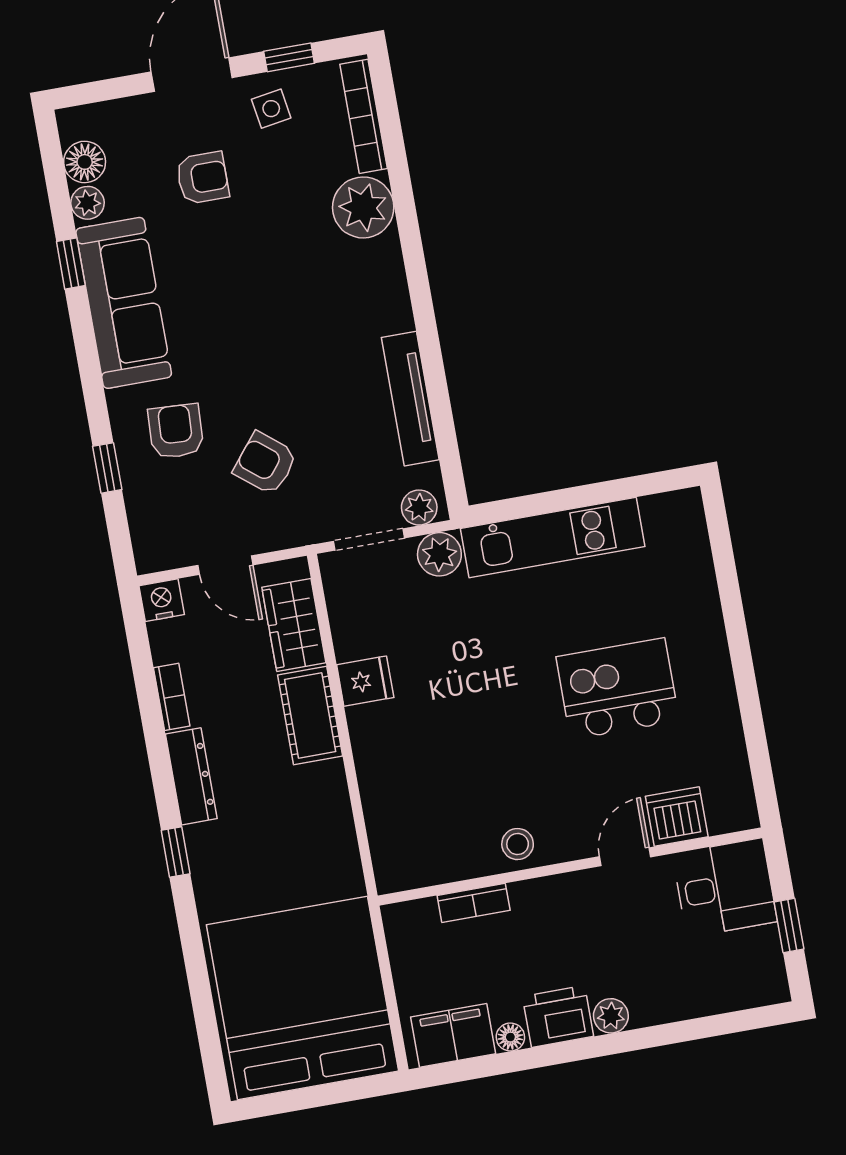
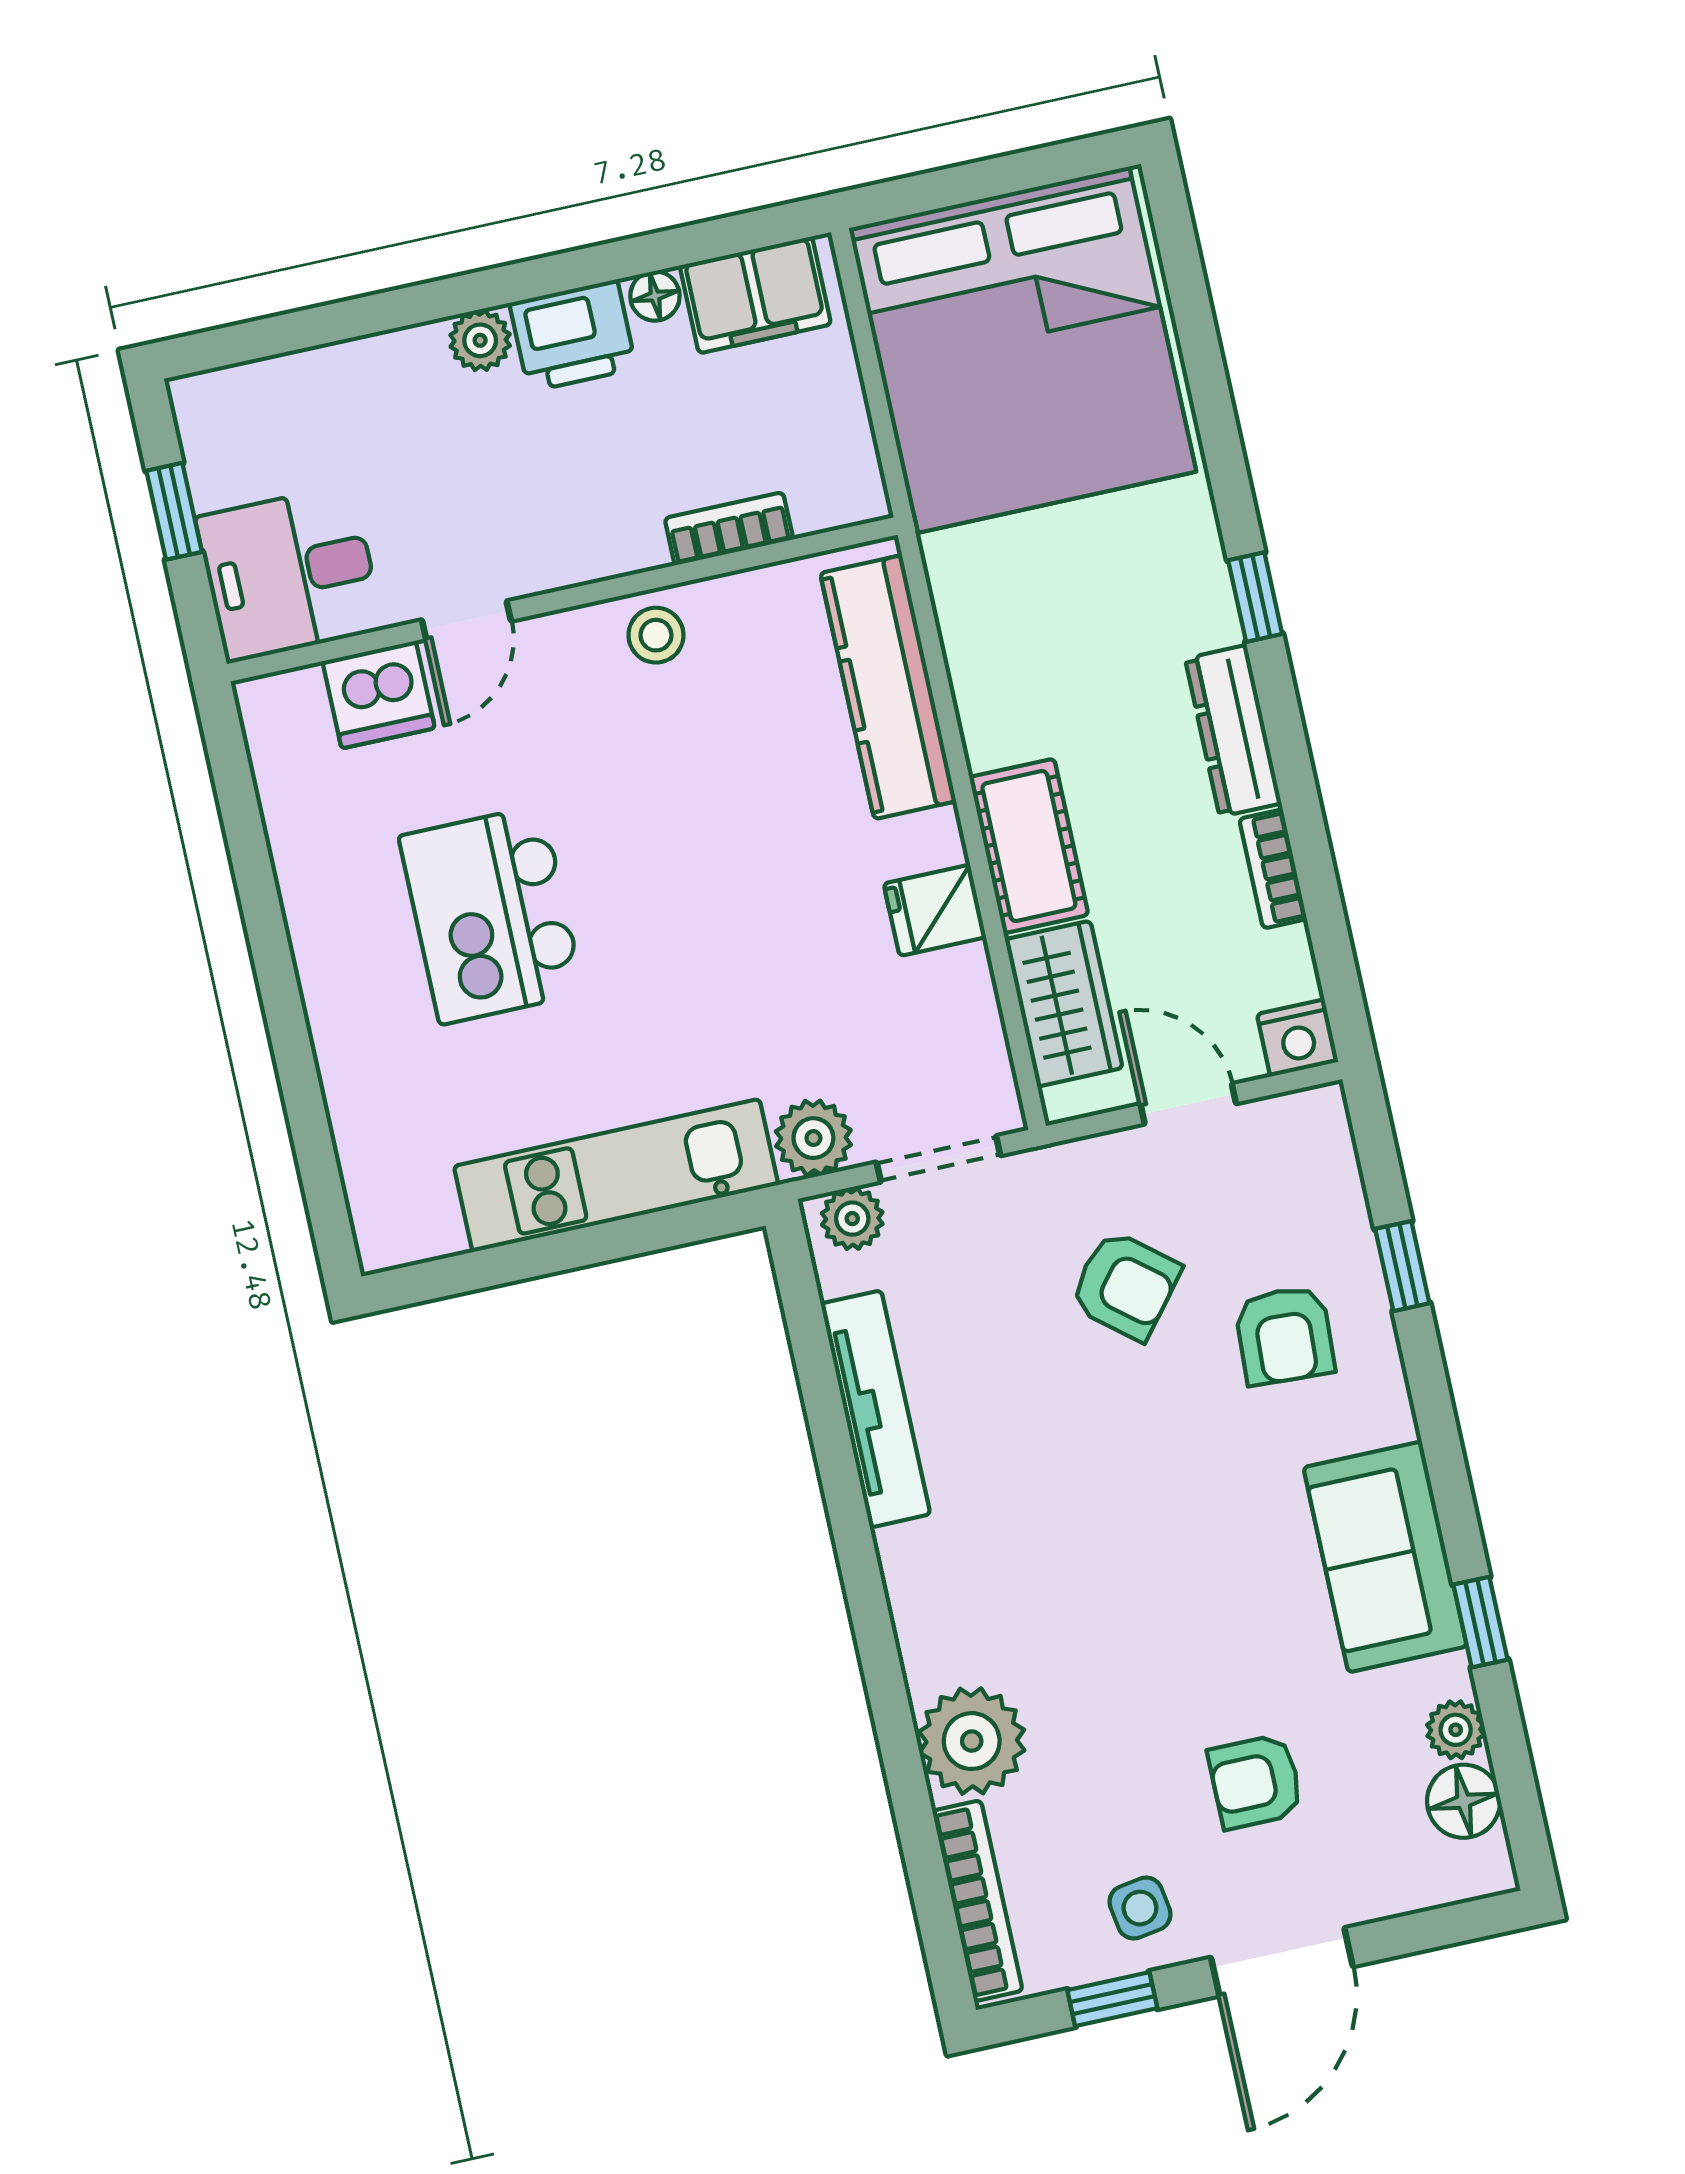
sofa: (124, 303) -> (1385, 1557), width x0.73
kitchen island: (618, 689) -> (491, 915), turned 90
kitchen counter: (387, 809) -> (888, 687), added

